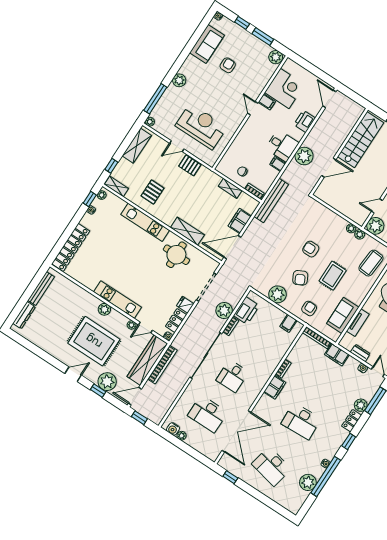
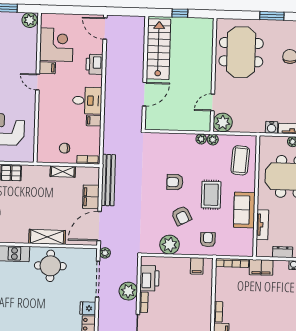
plant: (304, 156) -> (105, 253), moved, width x0.53, depth x0.53
bench: (271, 200) -> (108, 180), moved
sofa: (343, 315) -> (244, 210), moved

